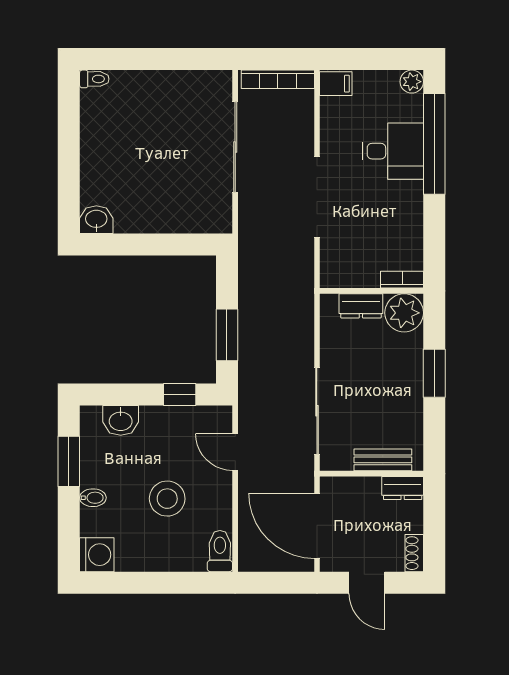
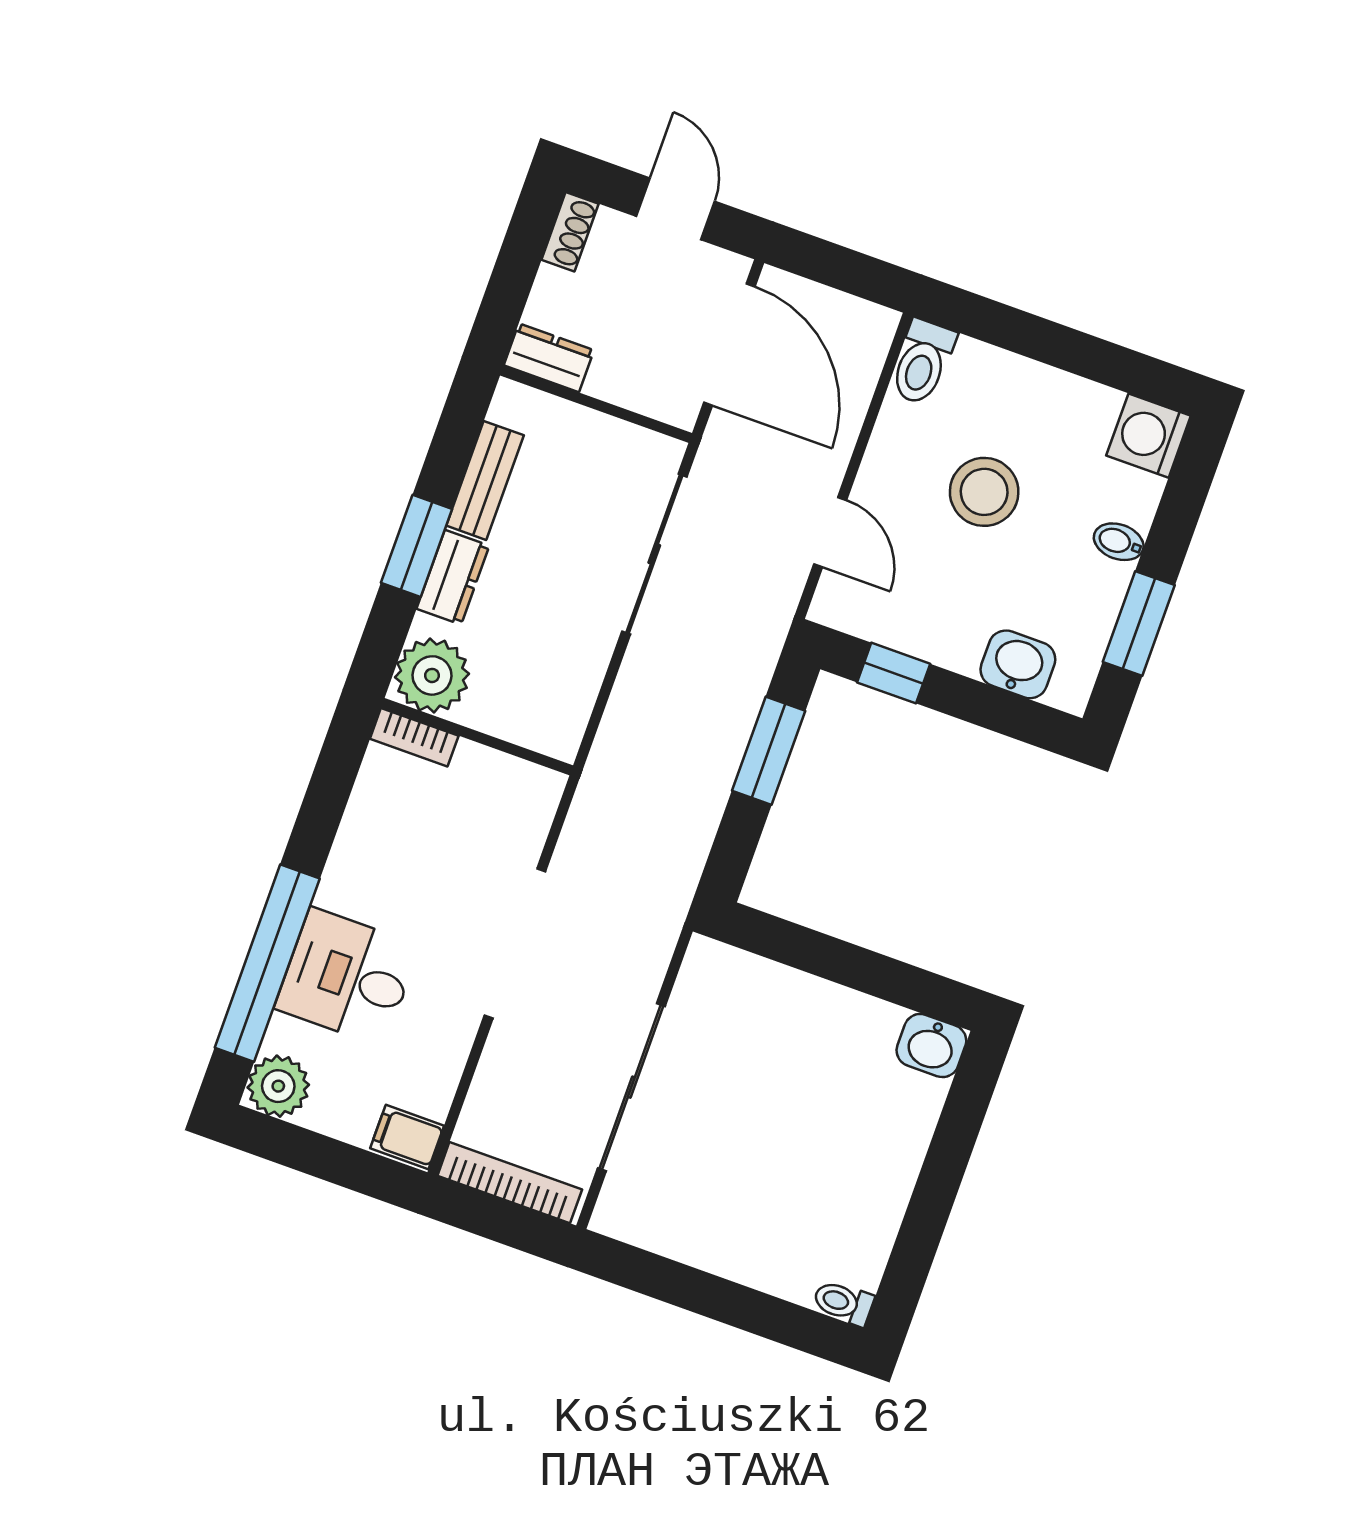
plant: (412, 82) -> (278, 1086), width x1.38, depth x1.38
dresser: (361, 306) -> (453, 577), moved, turned 90
bench: (383, 460) -> (485, 480), moved, turned 90

